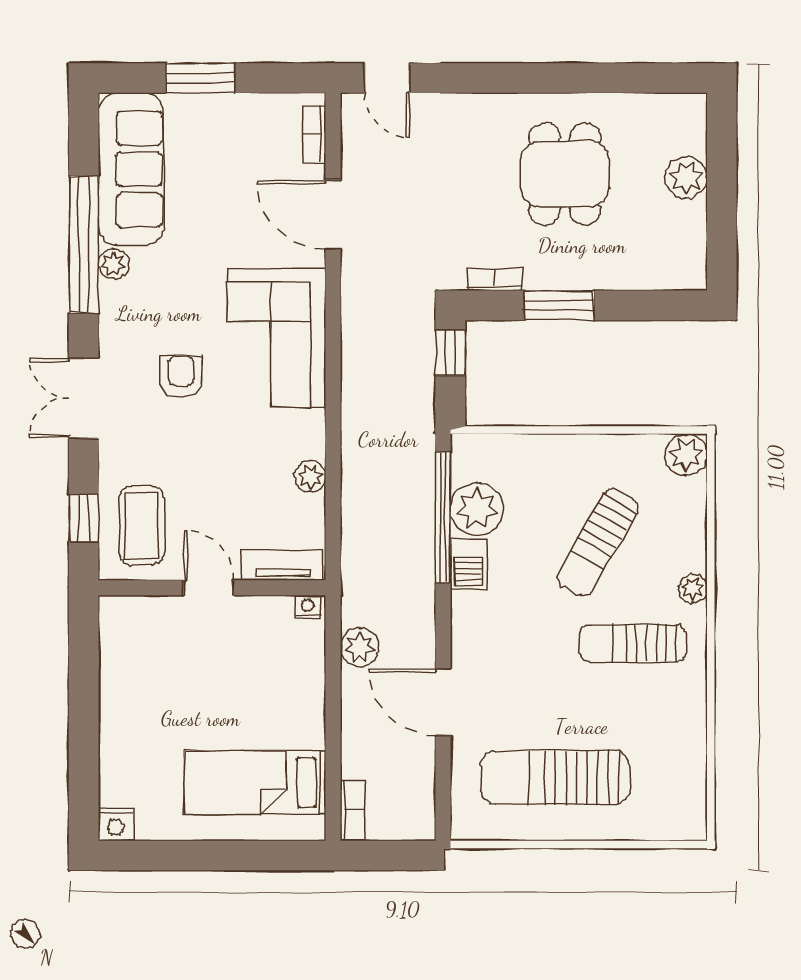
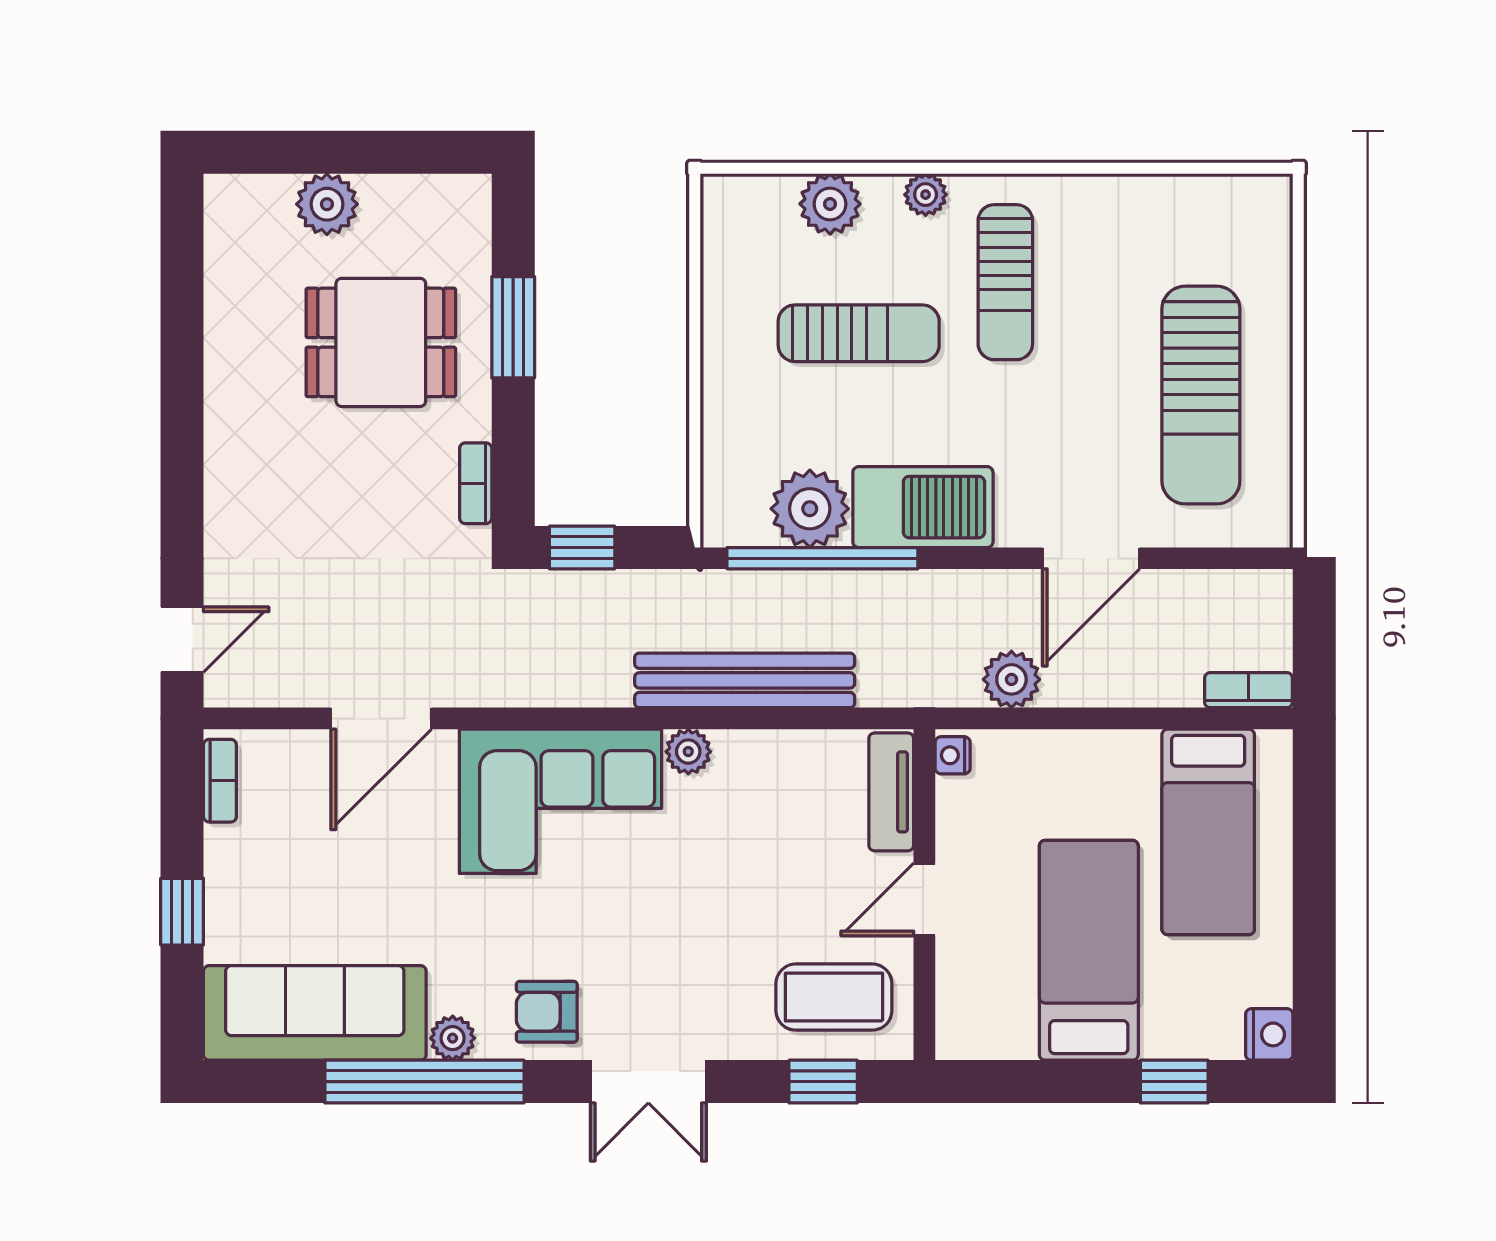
window: (200, 78) -> (182, 912), width x0.67
bookcase: (314, 134) -> (220, 781), moved, turned -90
dining table: (565, 174) -> (381, 342), moved
window: (559, 305) -> (513, 327), moved
armchair: (181, 377) -> (547, 1012), moved
plant: (686, 455) -> (830, 204), moved
bench: (359, 464) -> (745, 680), added
plant: (310, 476) -> (688, 752), moved
sun lounger: (598, 543) -> (859, 333), turned -30
barbecue: (468, 564) -> (923, 507), width x1.88, depth x1.53
bed: (174, 701) -> (1089, 950), added
window: (84, 759) -> (1174, 1082), added

